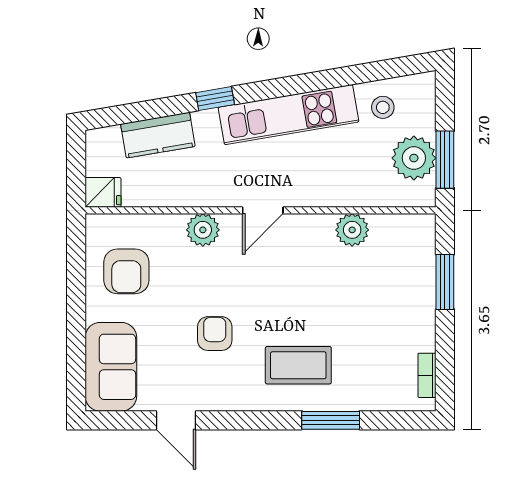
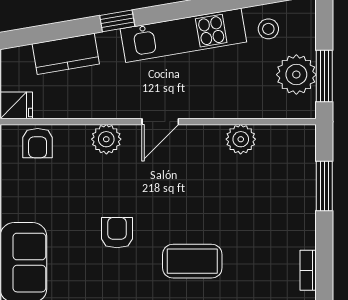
armchair: (126, 271) -> (38, 143), moved, width x0.72, depth x0.72

